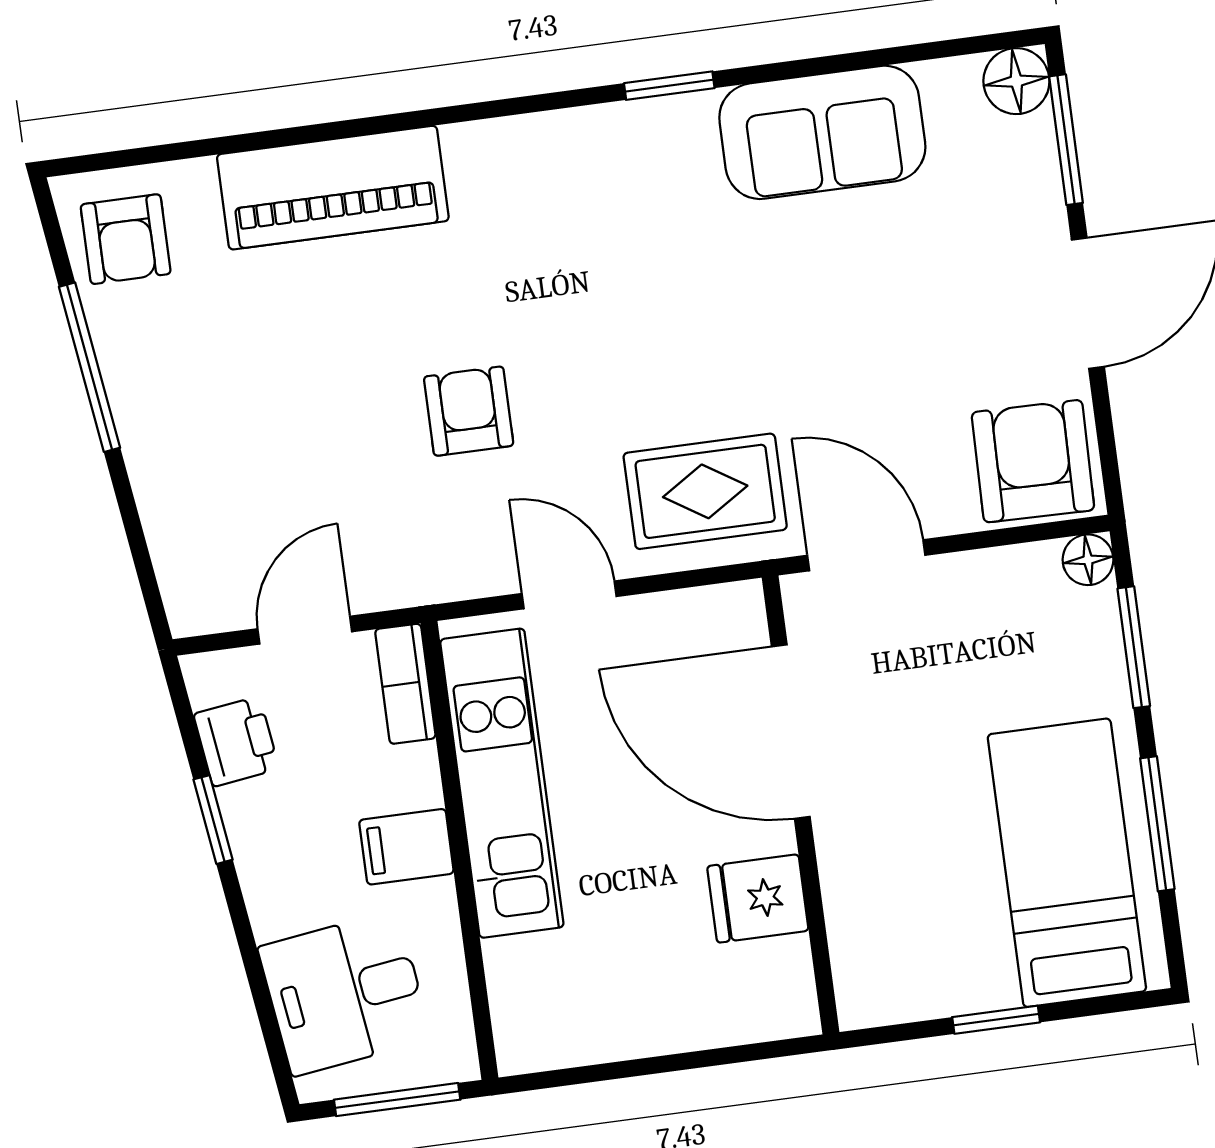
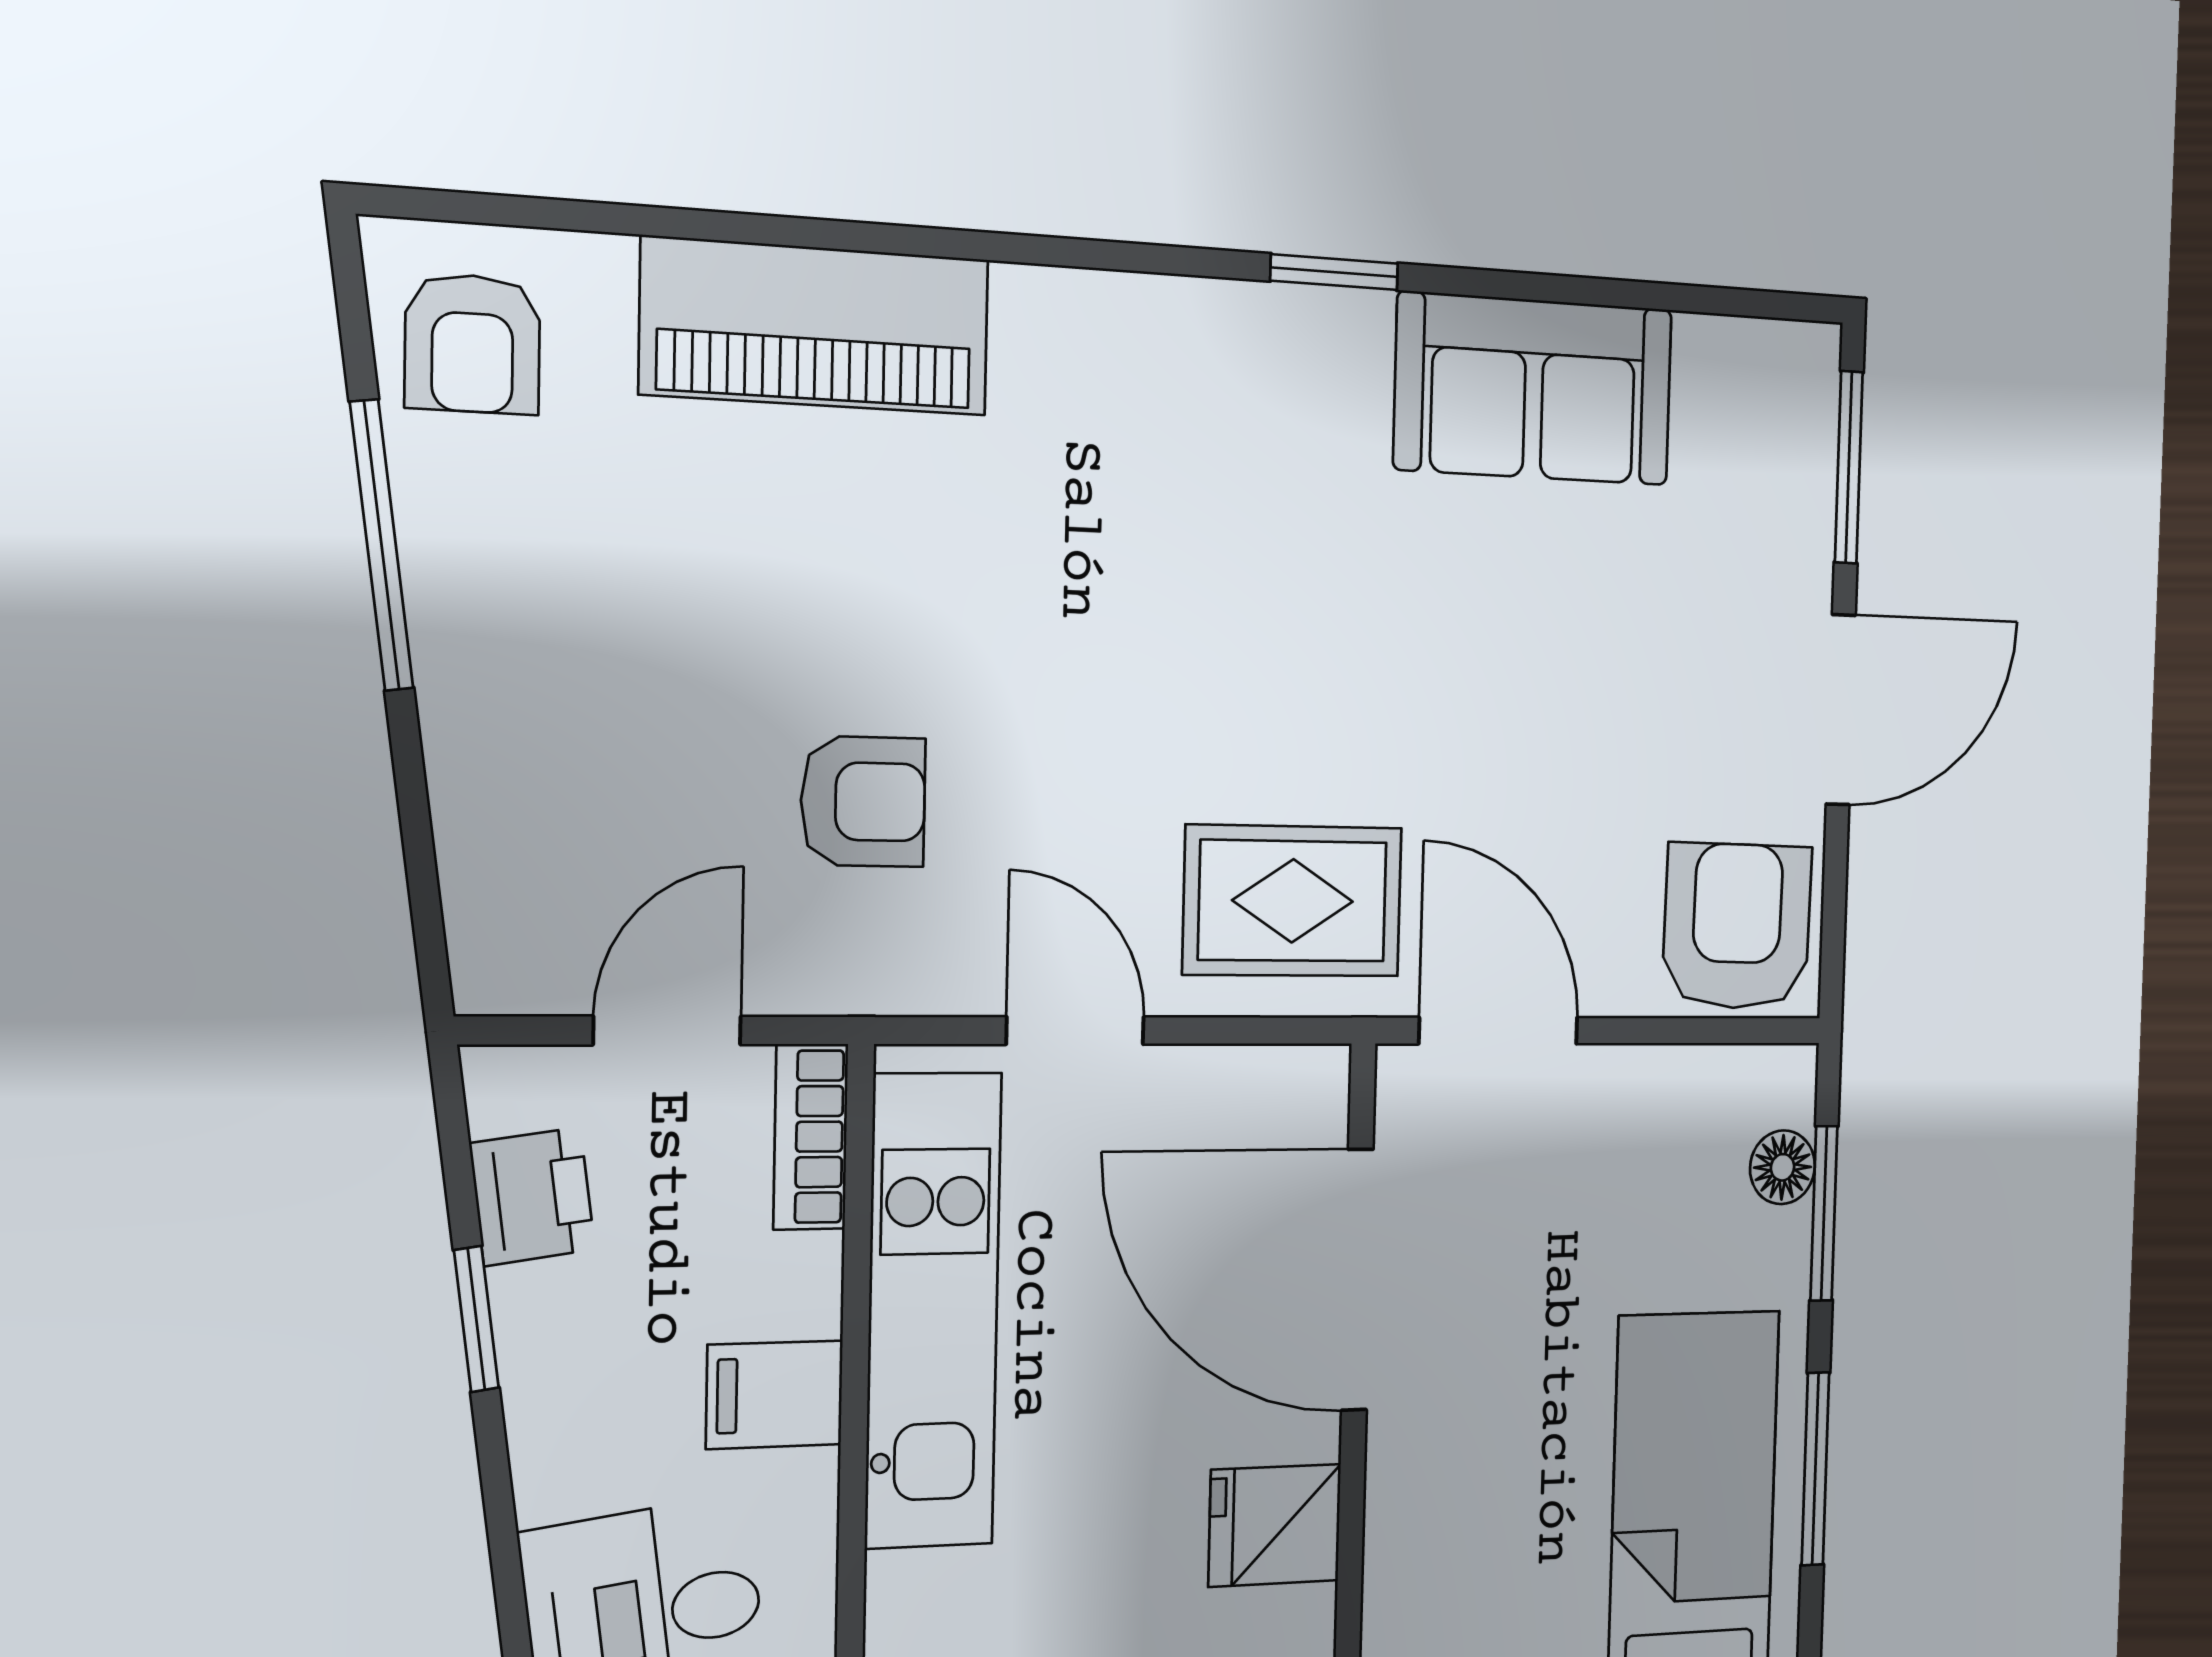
floor lamp: (1016, 81) -> (1799, 368), removed
armchair: (469, 411) -> (863, 801), moved, turned 90
floor lamp: (1088, 560) -> (1783, 1167), moved

